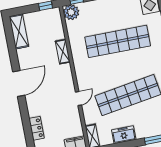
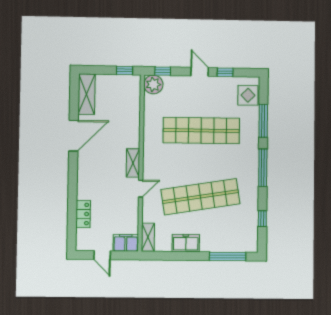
shelving: (63, 52) -> (133, 163), moved
door: (19, 83) -> (73, 136), moved

